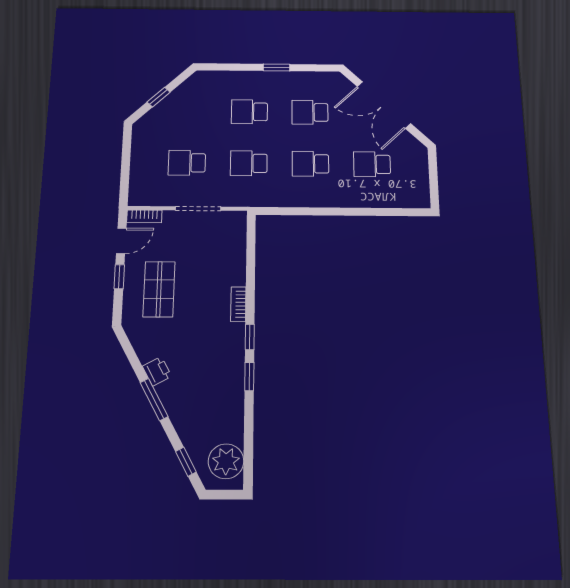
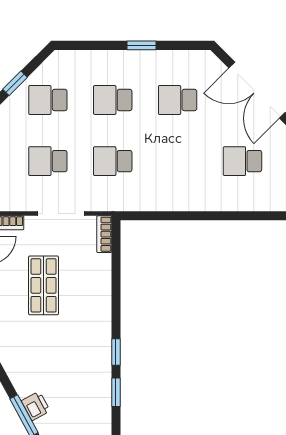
school desk: (310, 164) -> (48, 100), moved
shop shelf: (159, 289) -> (44, 285), moved
bookcase: (238, 304) -> (104, 234), moved
printer: (157, 371) -> (36, 406), moved

